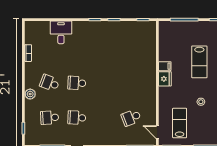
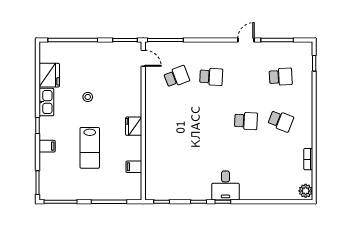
desk: (61, 32) -> (225, 186), moved
lab bench: (199, 62) -> (90, 148), turned 180
filing cabinet: (165, 66) -> (134, 167), moved
plant: (30, 94) -> (306, 191), moved
school desk: (77, 118) -> (211, 77), moved
lab bench: (180, 123) -> (115, 70), removed

